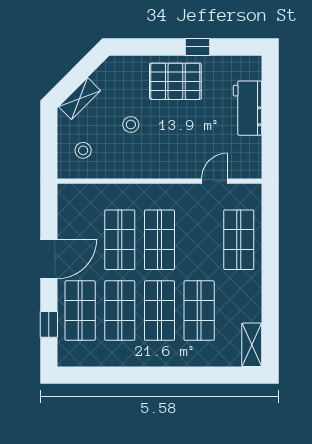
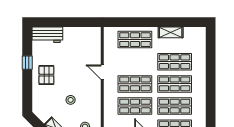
pallet: (175, 81) -> (46, 75), width x0.67, depth x0.71
workbench: (247, 108) -> (47, 35), moved
door: (215, 181) -> (102, 72), moved
shelving: (252, 345) -> (171, 32), moved

